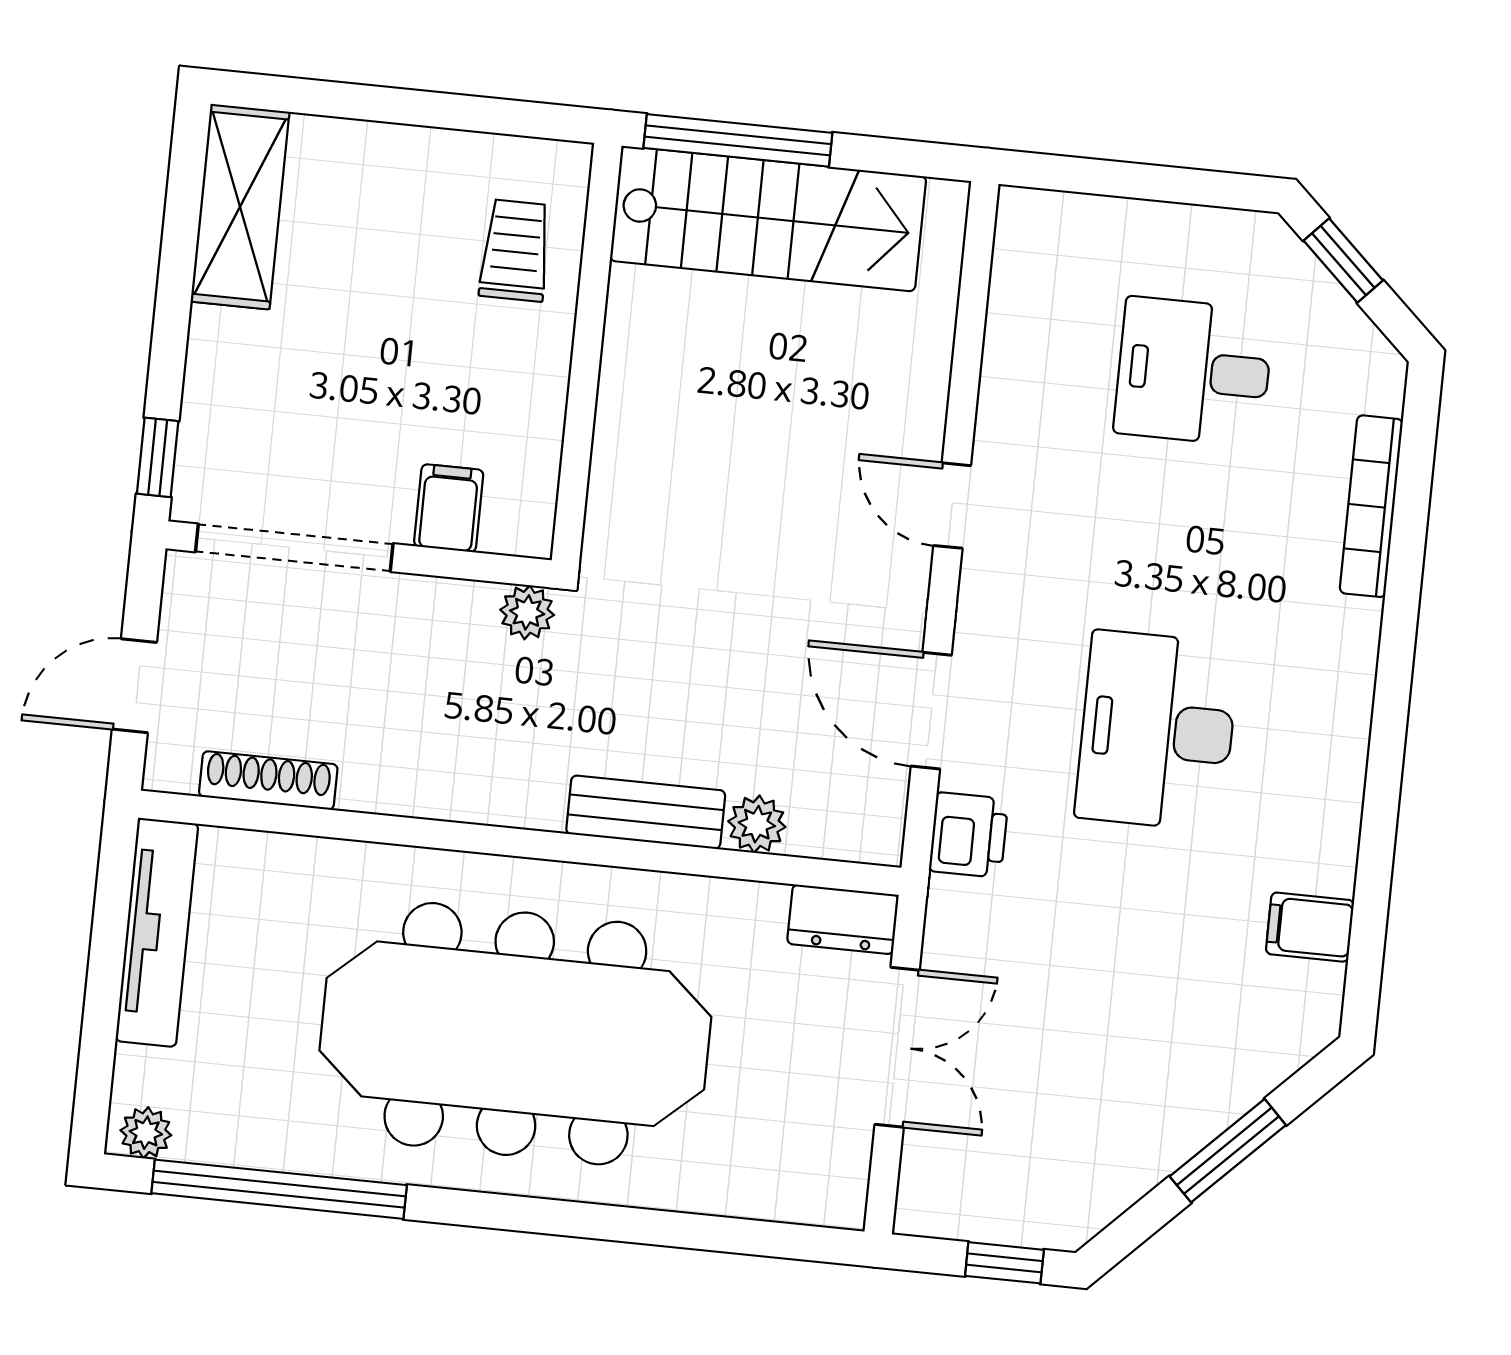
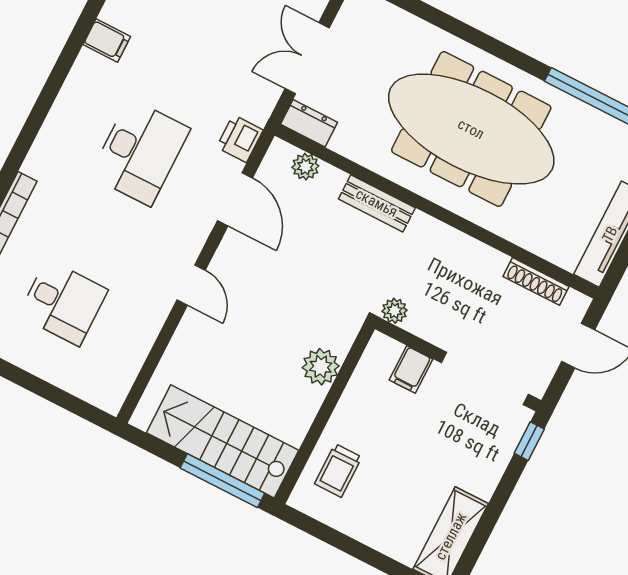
plant: (631, 444) -> (321, 367), added
plant: (757, 824) -> (305, 167), moved

